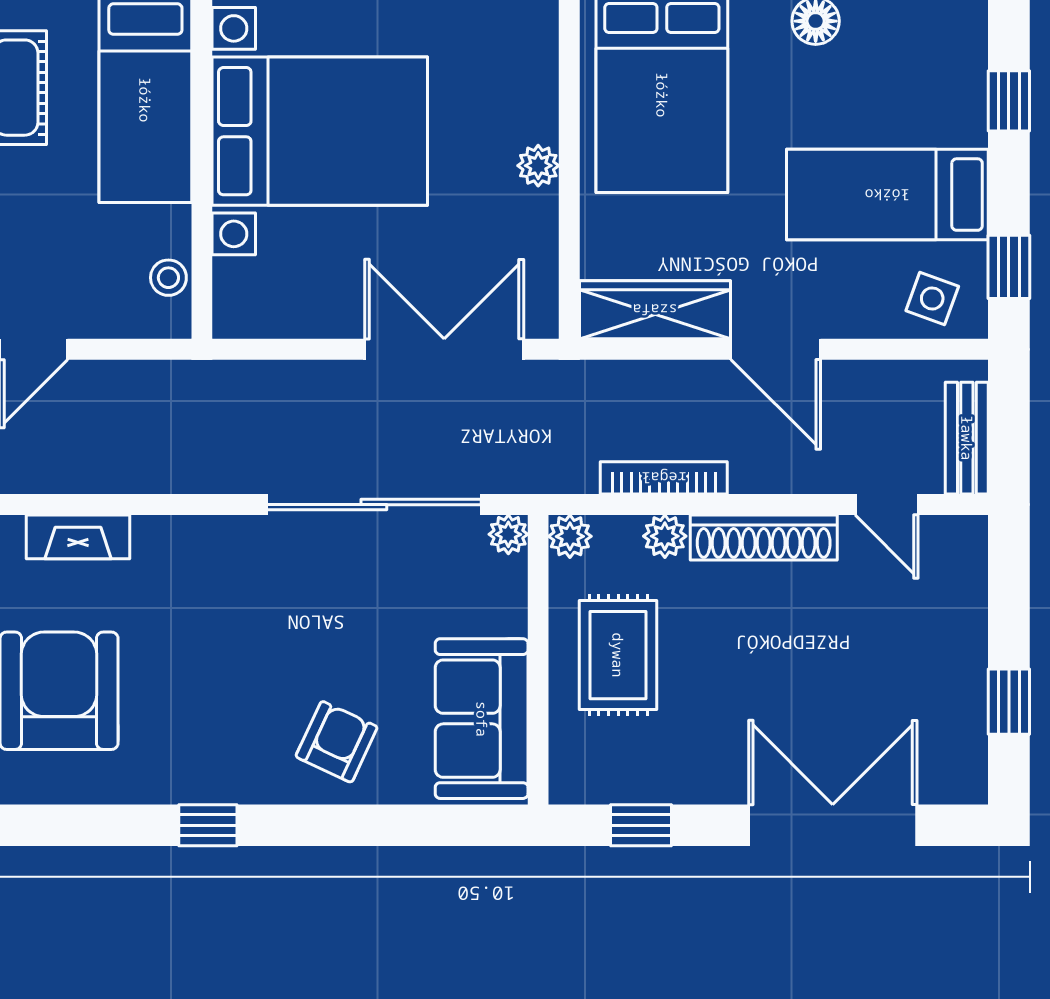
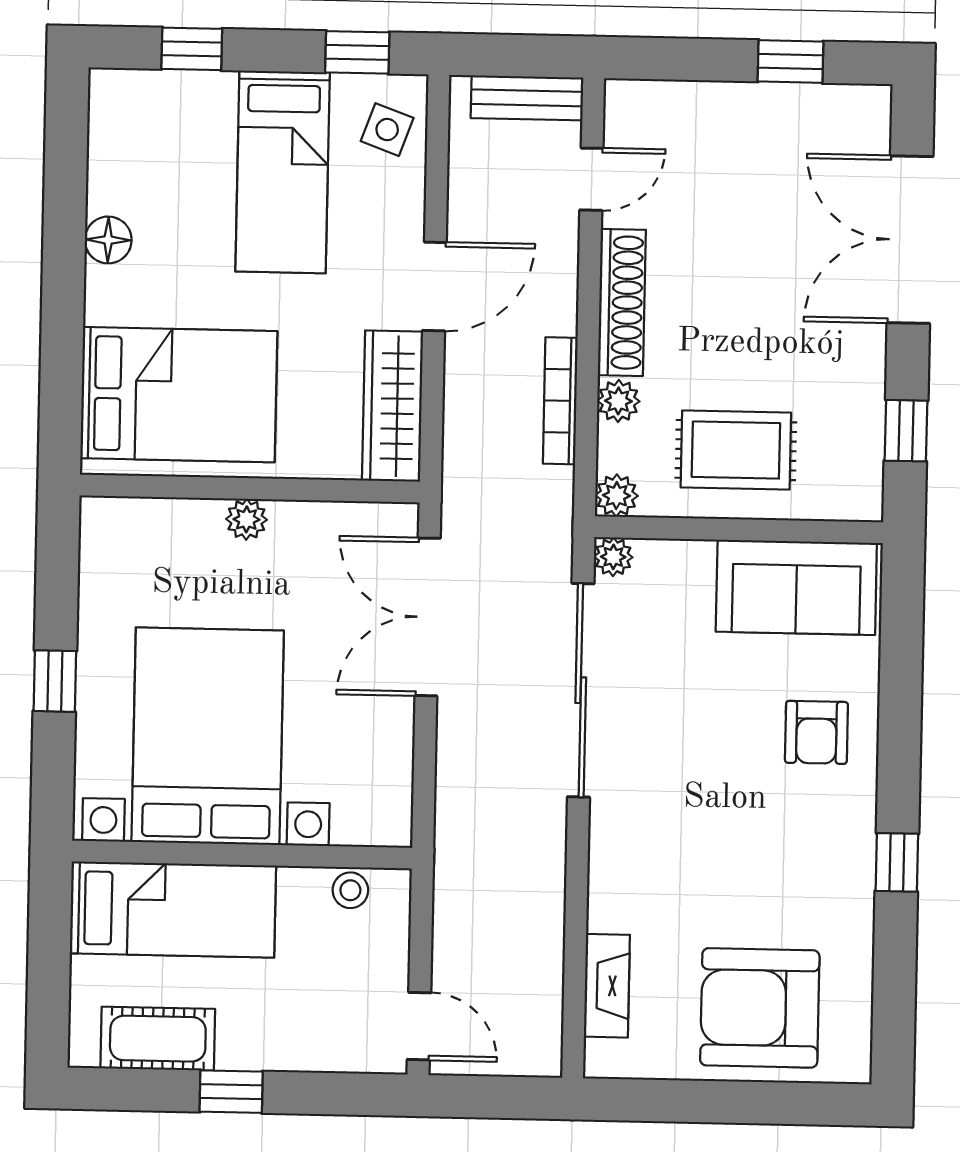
armchair: (337, 742) -> (816, 732), turned -115

